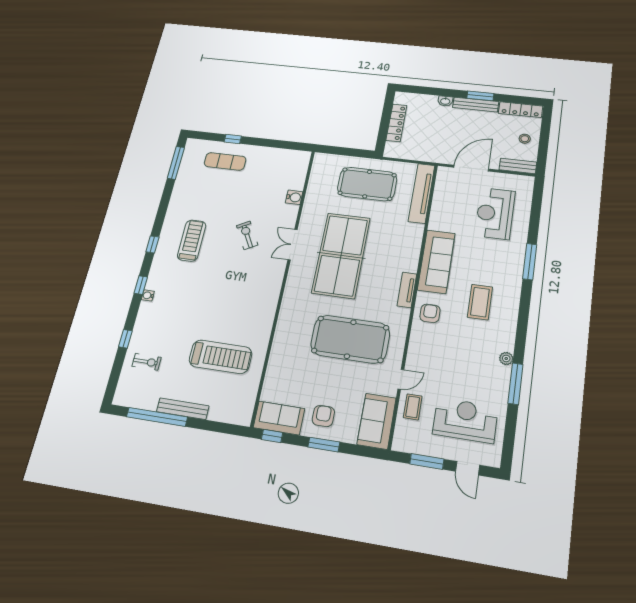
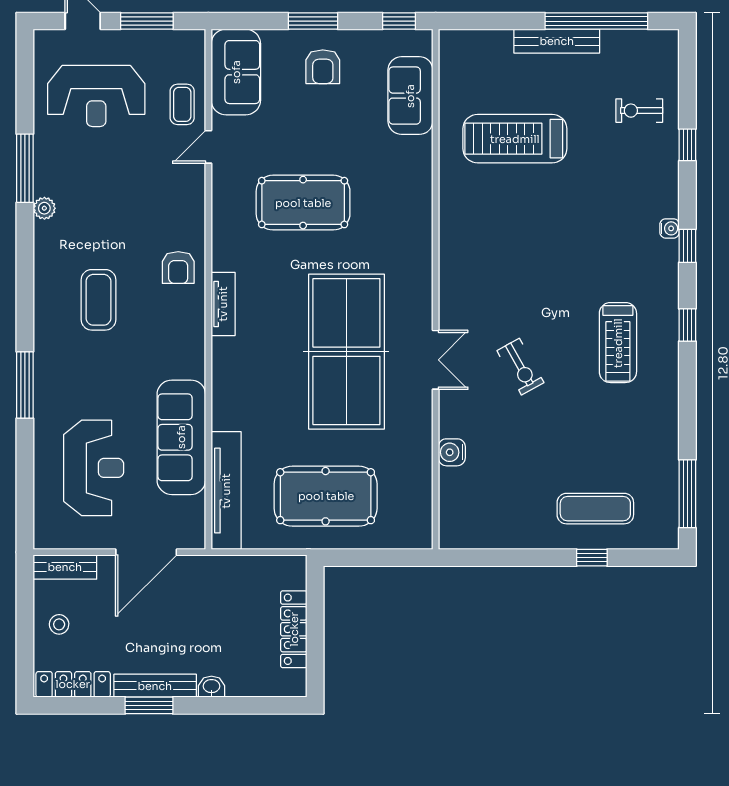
sofa: (436, 261) -> (181, 437), moved
pool table: (350, 339) -> (303, 203), width x0.73, depth x0.76
sofa: (279, 418) -> (410, 96), moved, turned 90

